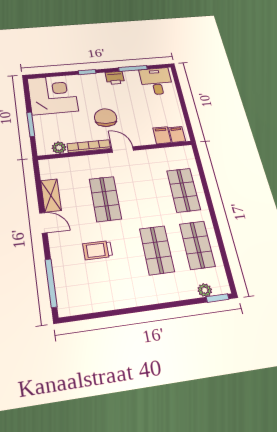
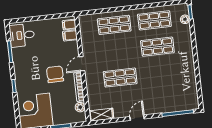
printer: (115, 78) -> (19, 66), removed
chair: (106, 118) -> (55, 74), turned 85
shelving: (51, 195) -> (101, 115), moved
trolley: (98, 250) -> (157, 84), removed

